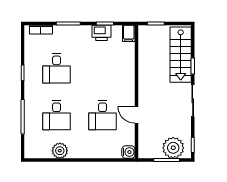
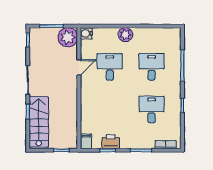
door: (136, 115) -> (79, 67), hinge flipped
plant: (173, 148) -> (68, 37), moved
plant: (60, 151) -> (125, 35), moved

